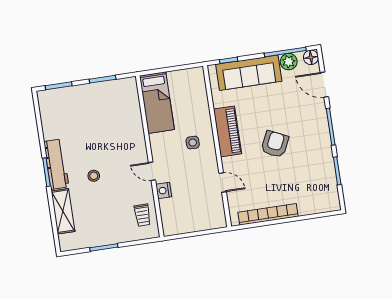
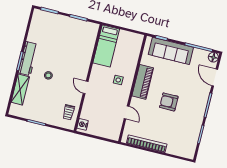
plant: (289, 62) -> (198, 54), removed
armchair: (275, 144) -> (169, 102), turned -115
nightstand: (164, 190) -> (83, 124), moved

